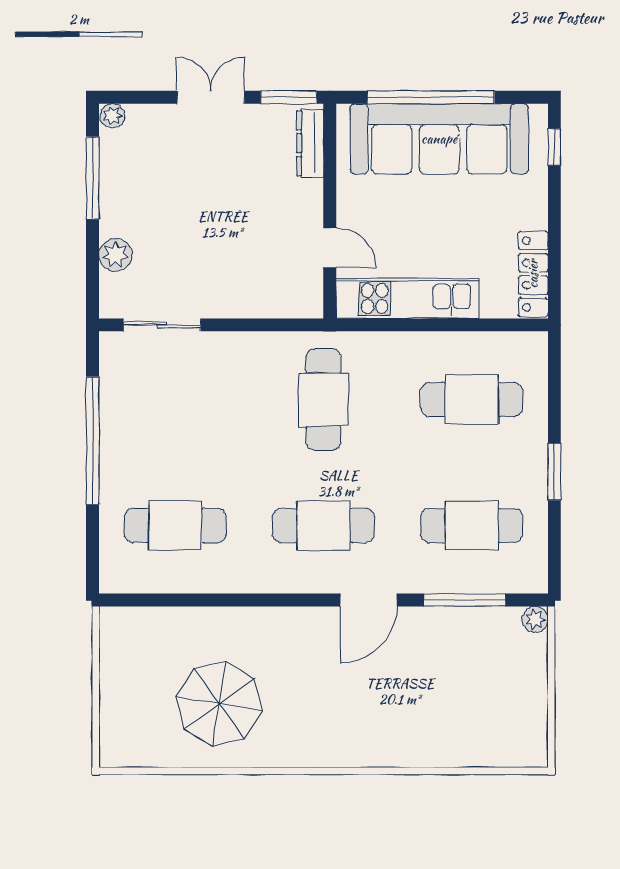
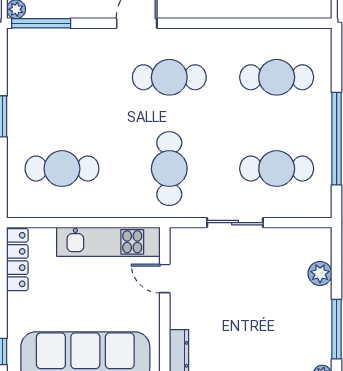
sliding door: (162, 325) -> (235, 223), moved
cafe table: (472, 525) -> (277, 169), moved
window: (465, 600) -> (41, 23), moved

